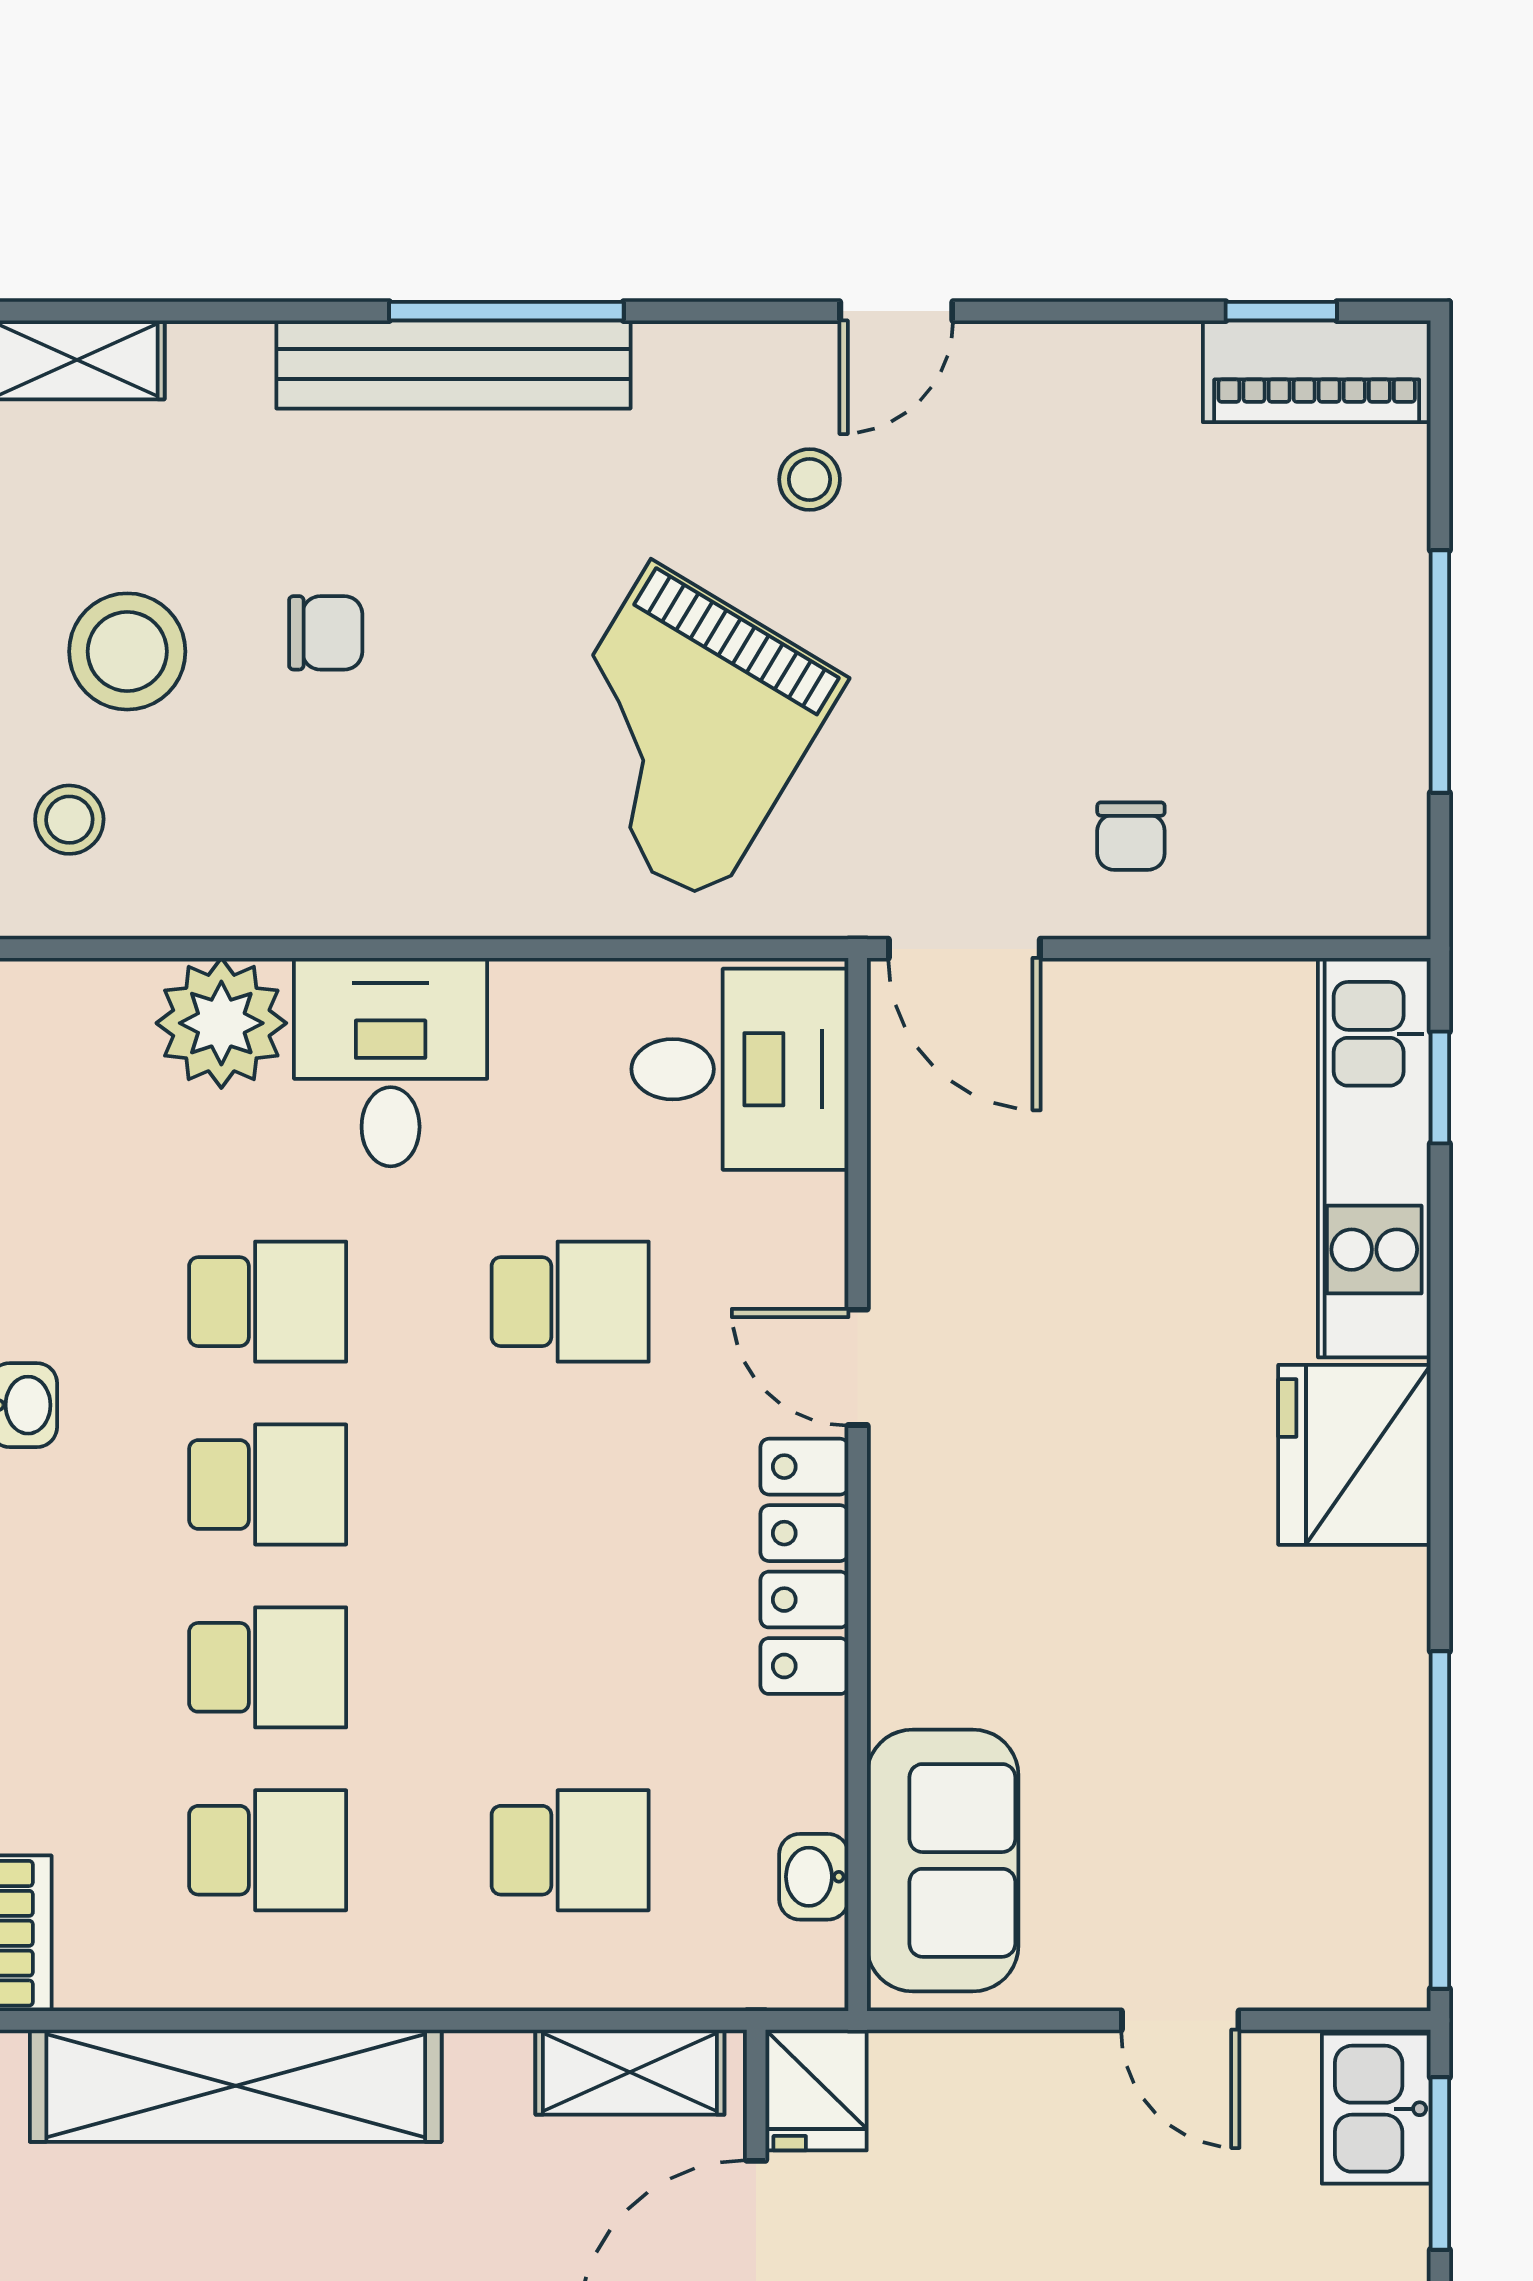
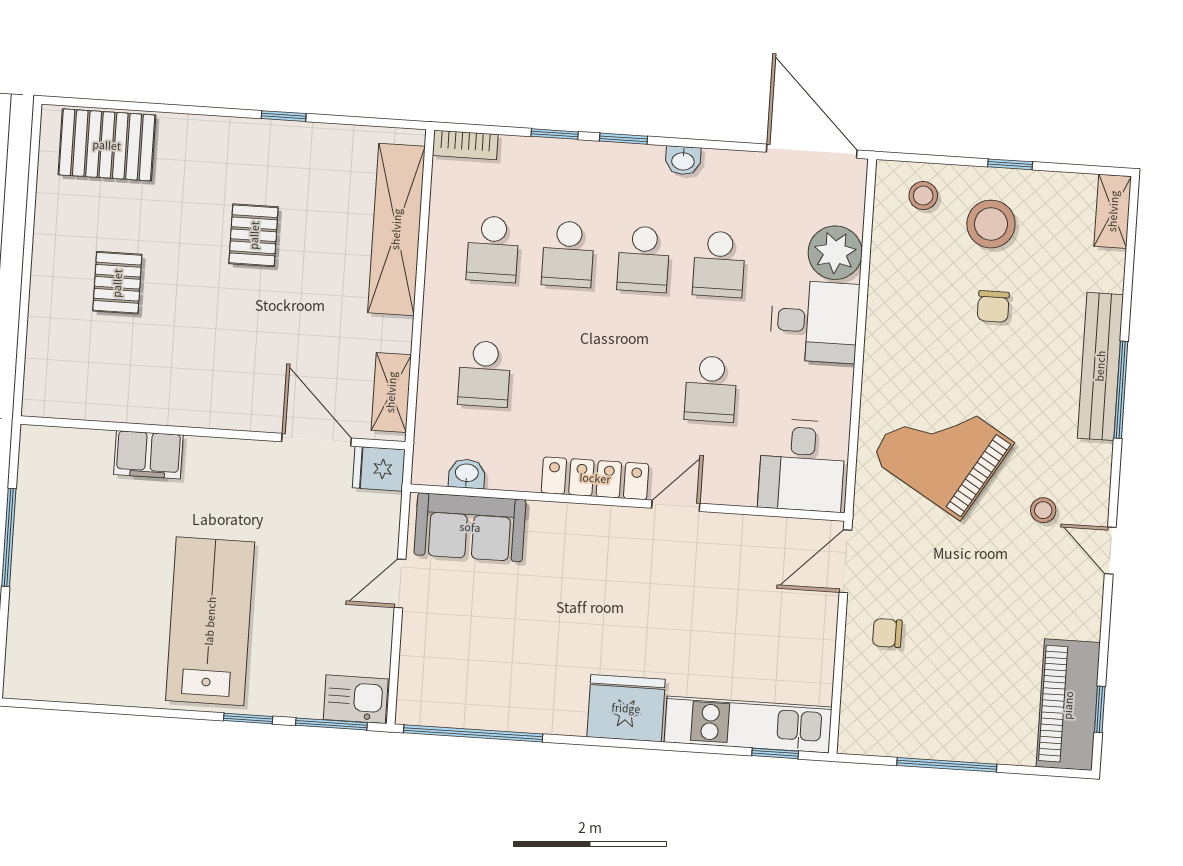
piano: (1317, 371) -> (1068, 705), width x1.37, depth x1.33
door: (1180, 2020) -> (400, 583), moved

